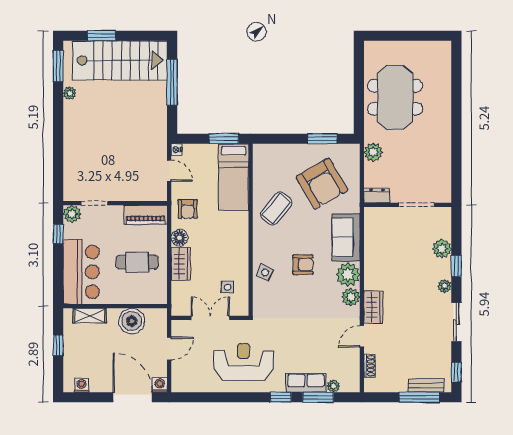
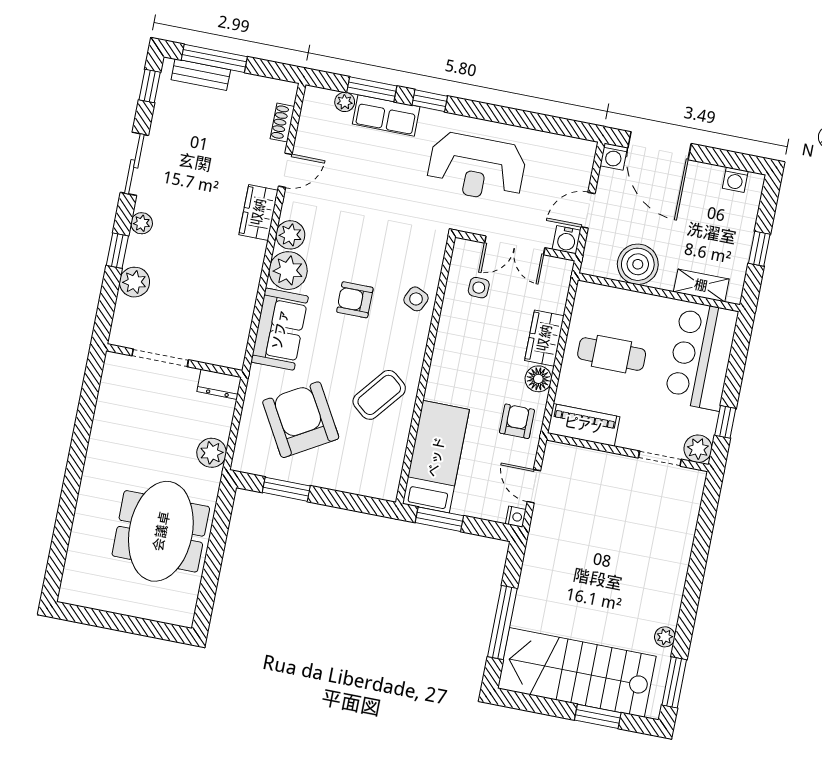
water cooler: (179, 328) -> (567, 240), added

